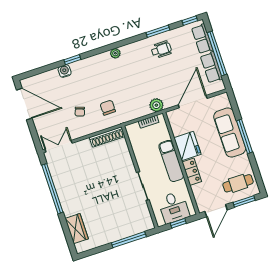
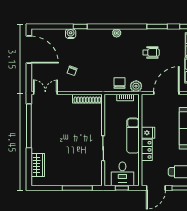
wheelchair: (161, 50) -> (151, 52), moved
chair: (108, 108) -> (120, 83), moved
fridge: (187, 146) -> (148, 133), width x0.53, depth x0.75

